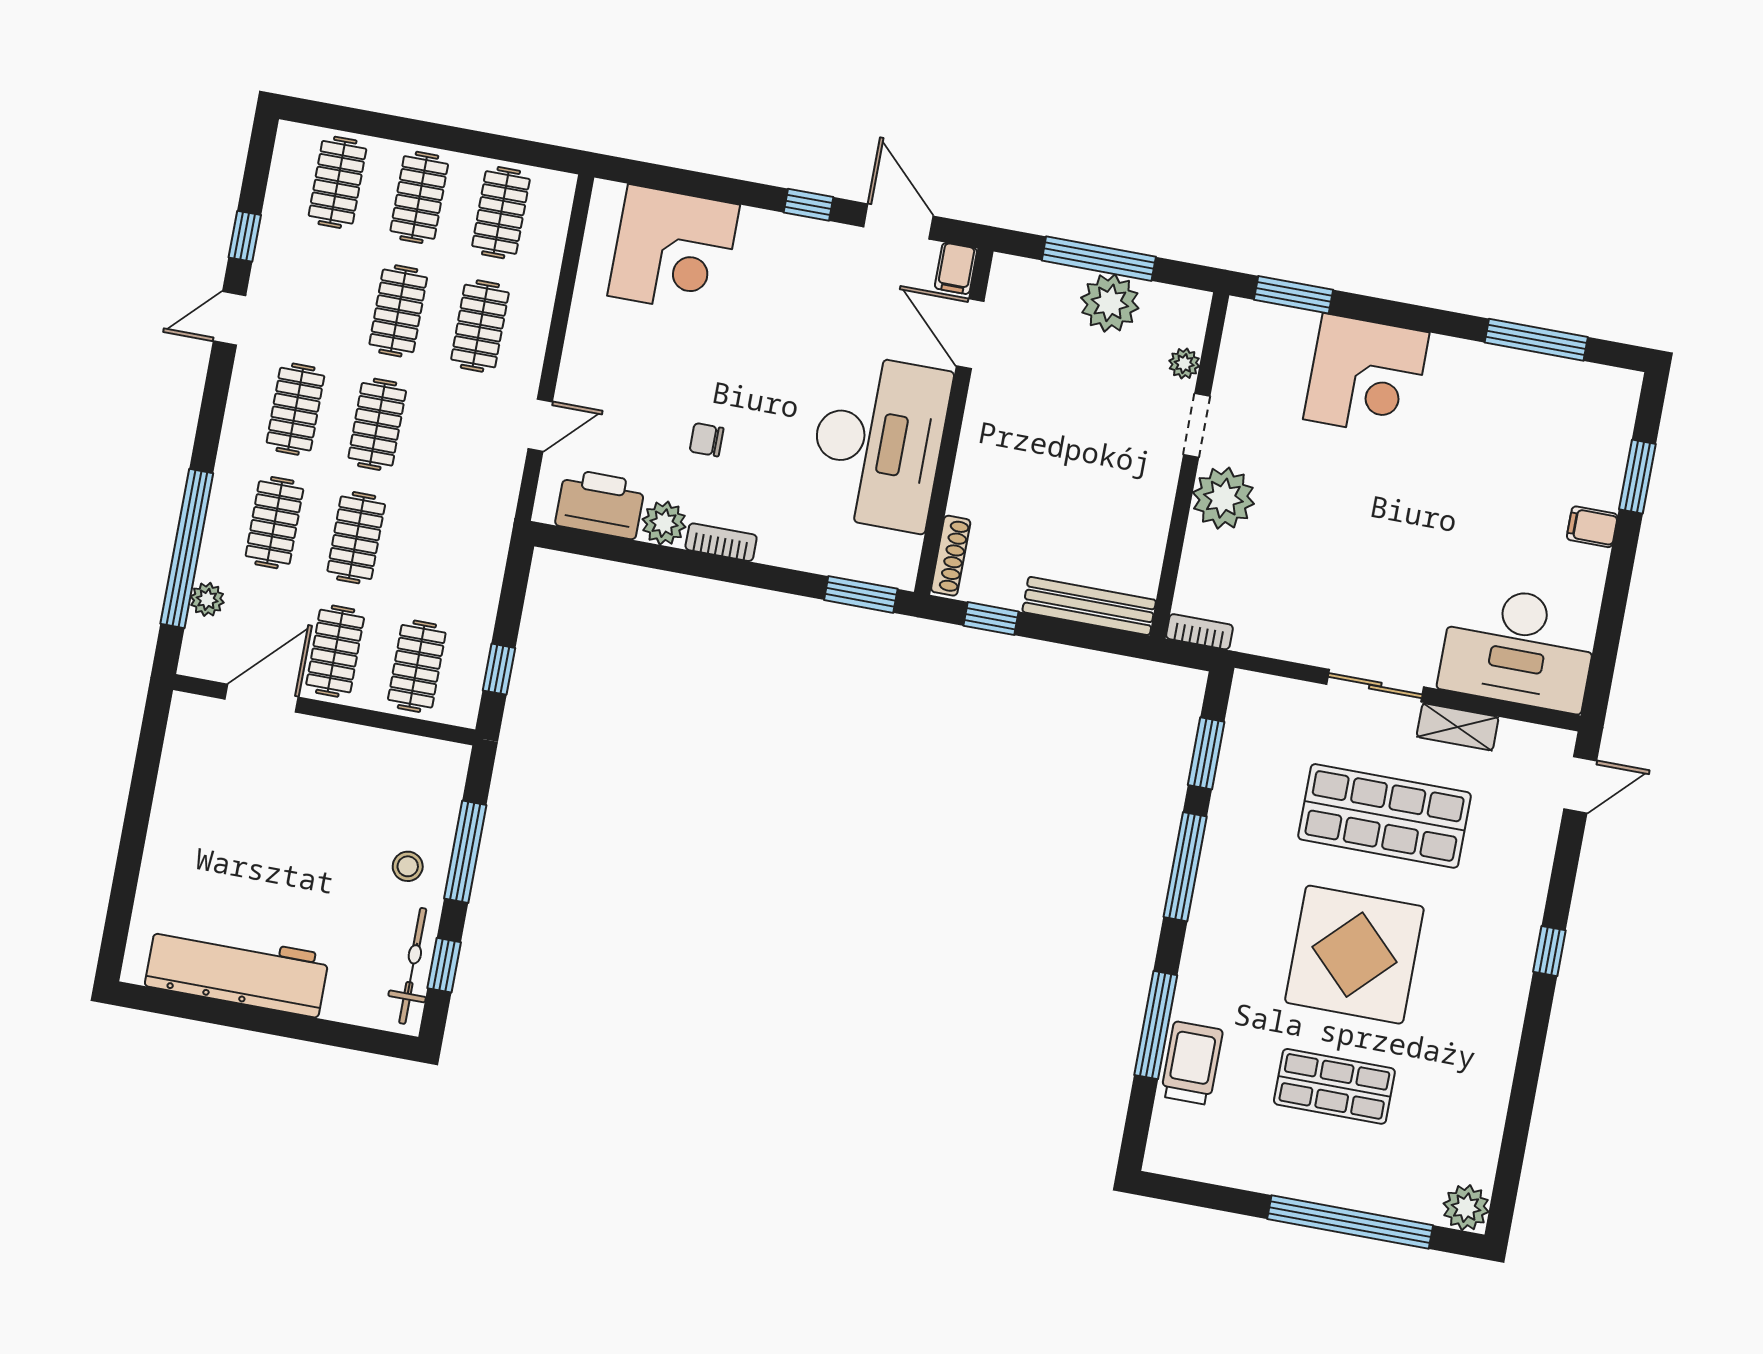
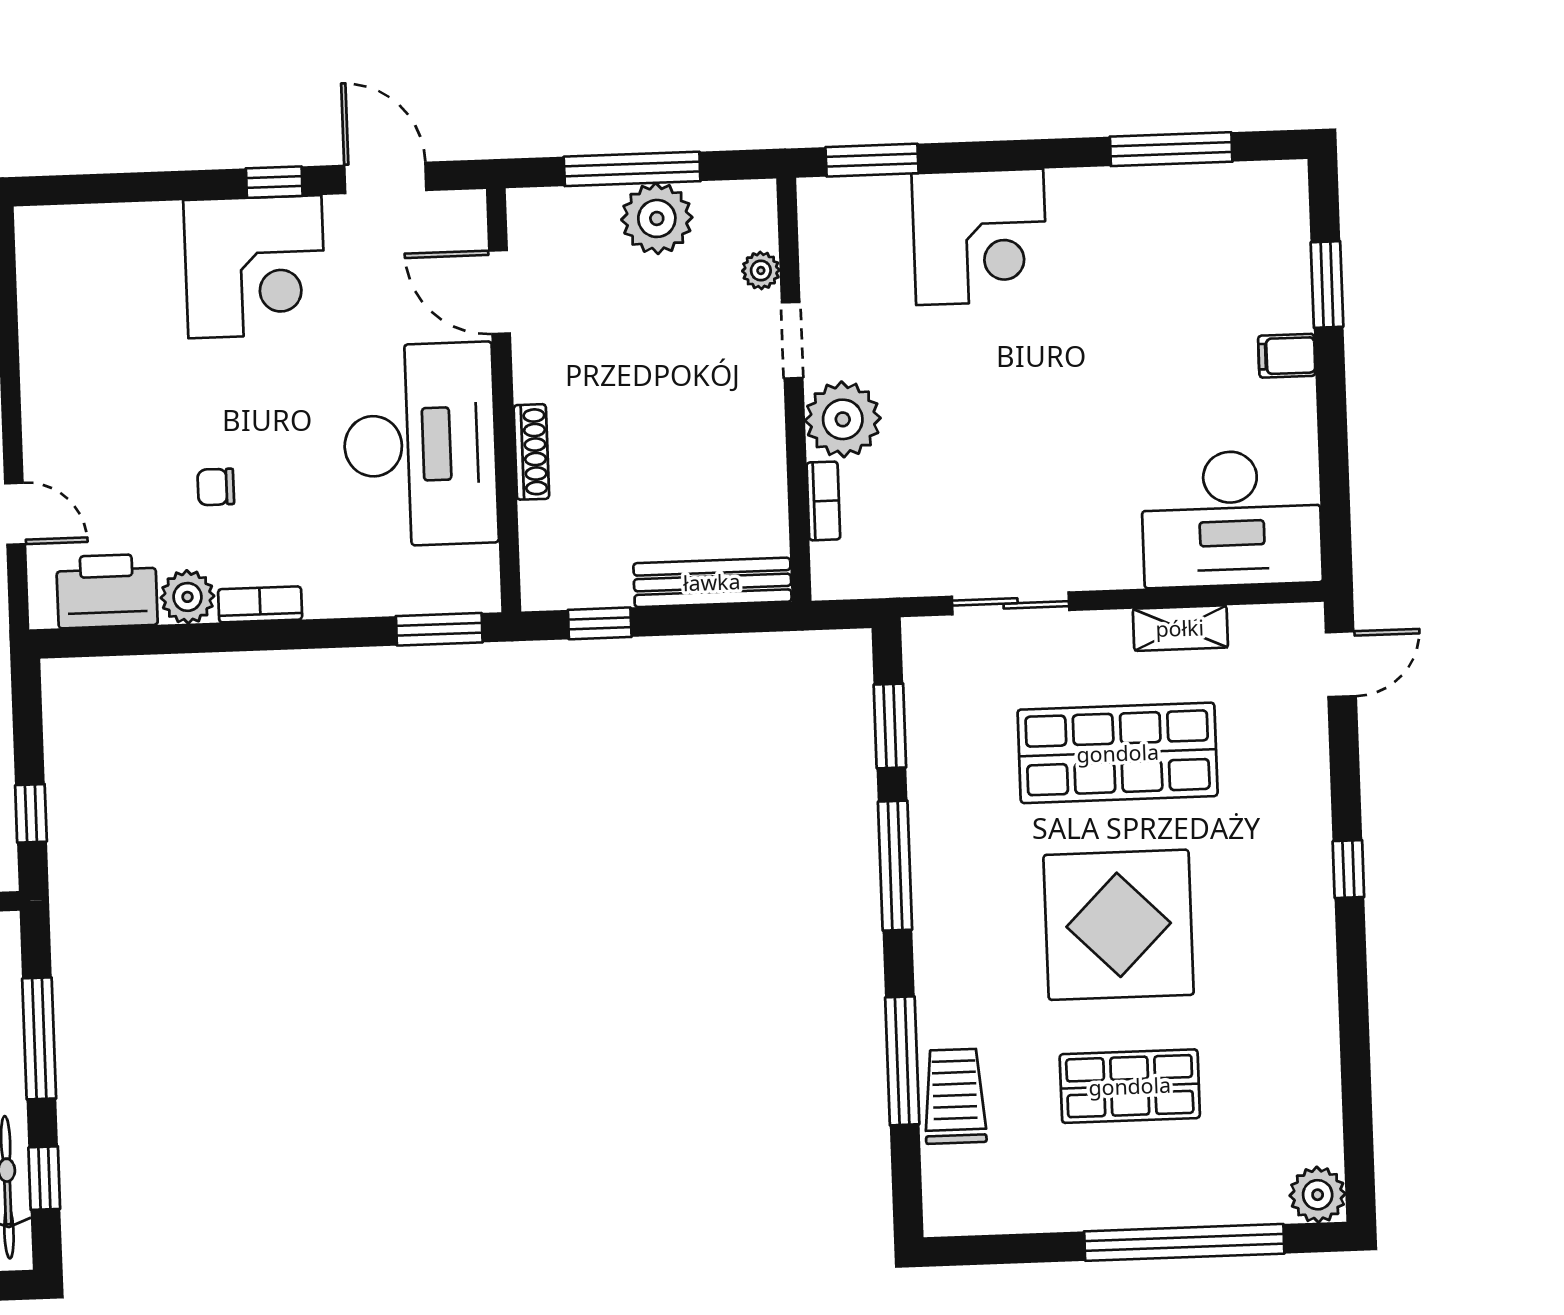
corner desk: (674, 250) -> (255, 267), moved
filing cabinet: (956, 268) -> (466, 218), removed
door: (540, 425) -> (15, 514), hinge flipped
shoe rack: (951, 556) -> (531, 452), moved
bookcase: (1199, 632) -> (823, 501), moved, turned 90
sliding door: (1375, 686) -> (1011, 603), moved

